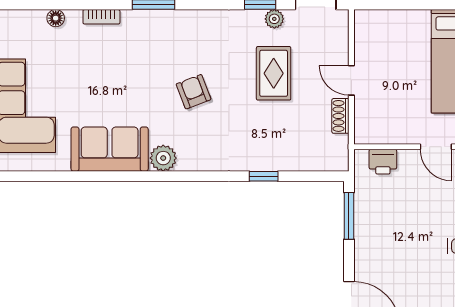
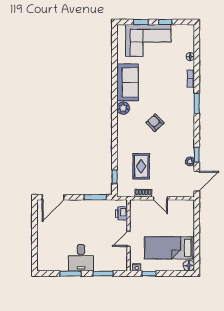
rug: (274, 73) -> (141, 166), moved, turned 90
door: (351, 80) -> (160, 198), swing flipped
armchair: (194, 92) -> (155, 123), turned -112
window: (264, 176) -> (114, 177), moved

